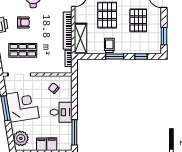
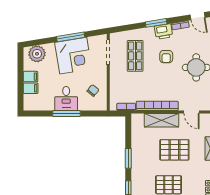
shelving: (80, 39) -> (161, 120), moved
trolley: (109, 45) -> (141, 152), removed
window: (74, 132) -> (67, 113), moved

